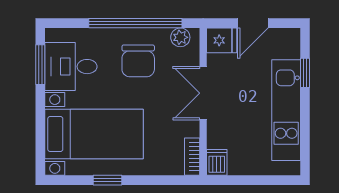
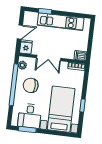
door: (253, 23) -> (20, 32), hinge flipped
chair: (138, 61) -> (31, 85), turned 180

